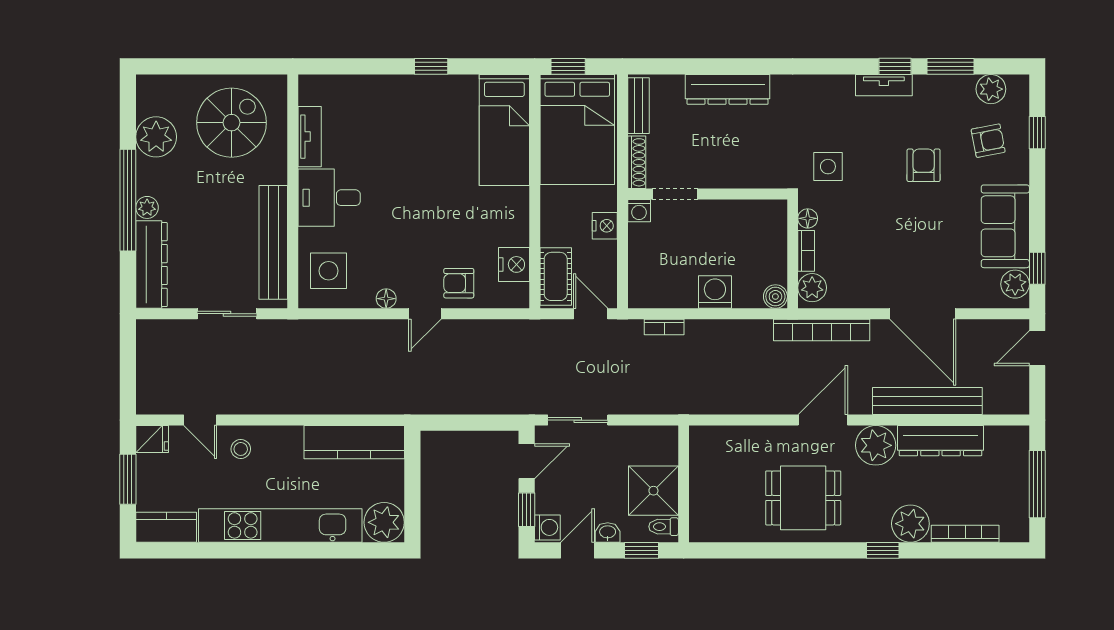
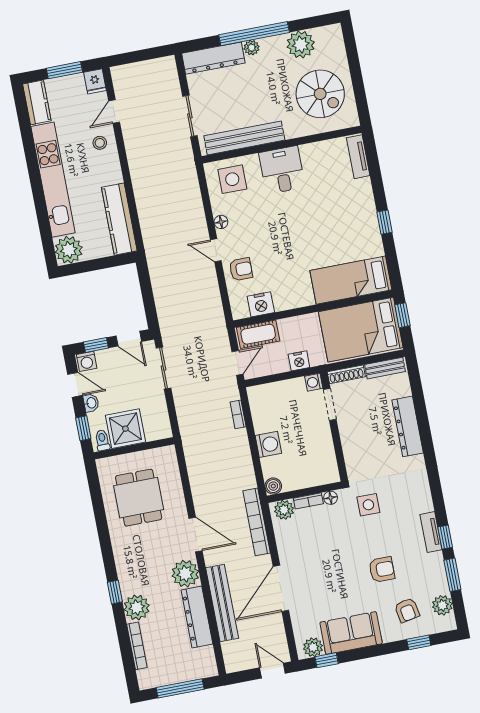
tv unit: (310, 137) -> (358, 157), moved, turned 90
armchair: (459, 283) -> (241, 269), turned 90
dining table: (803, 498) -> (139, 498), moved

